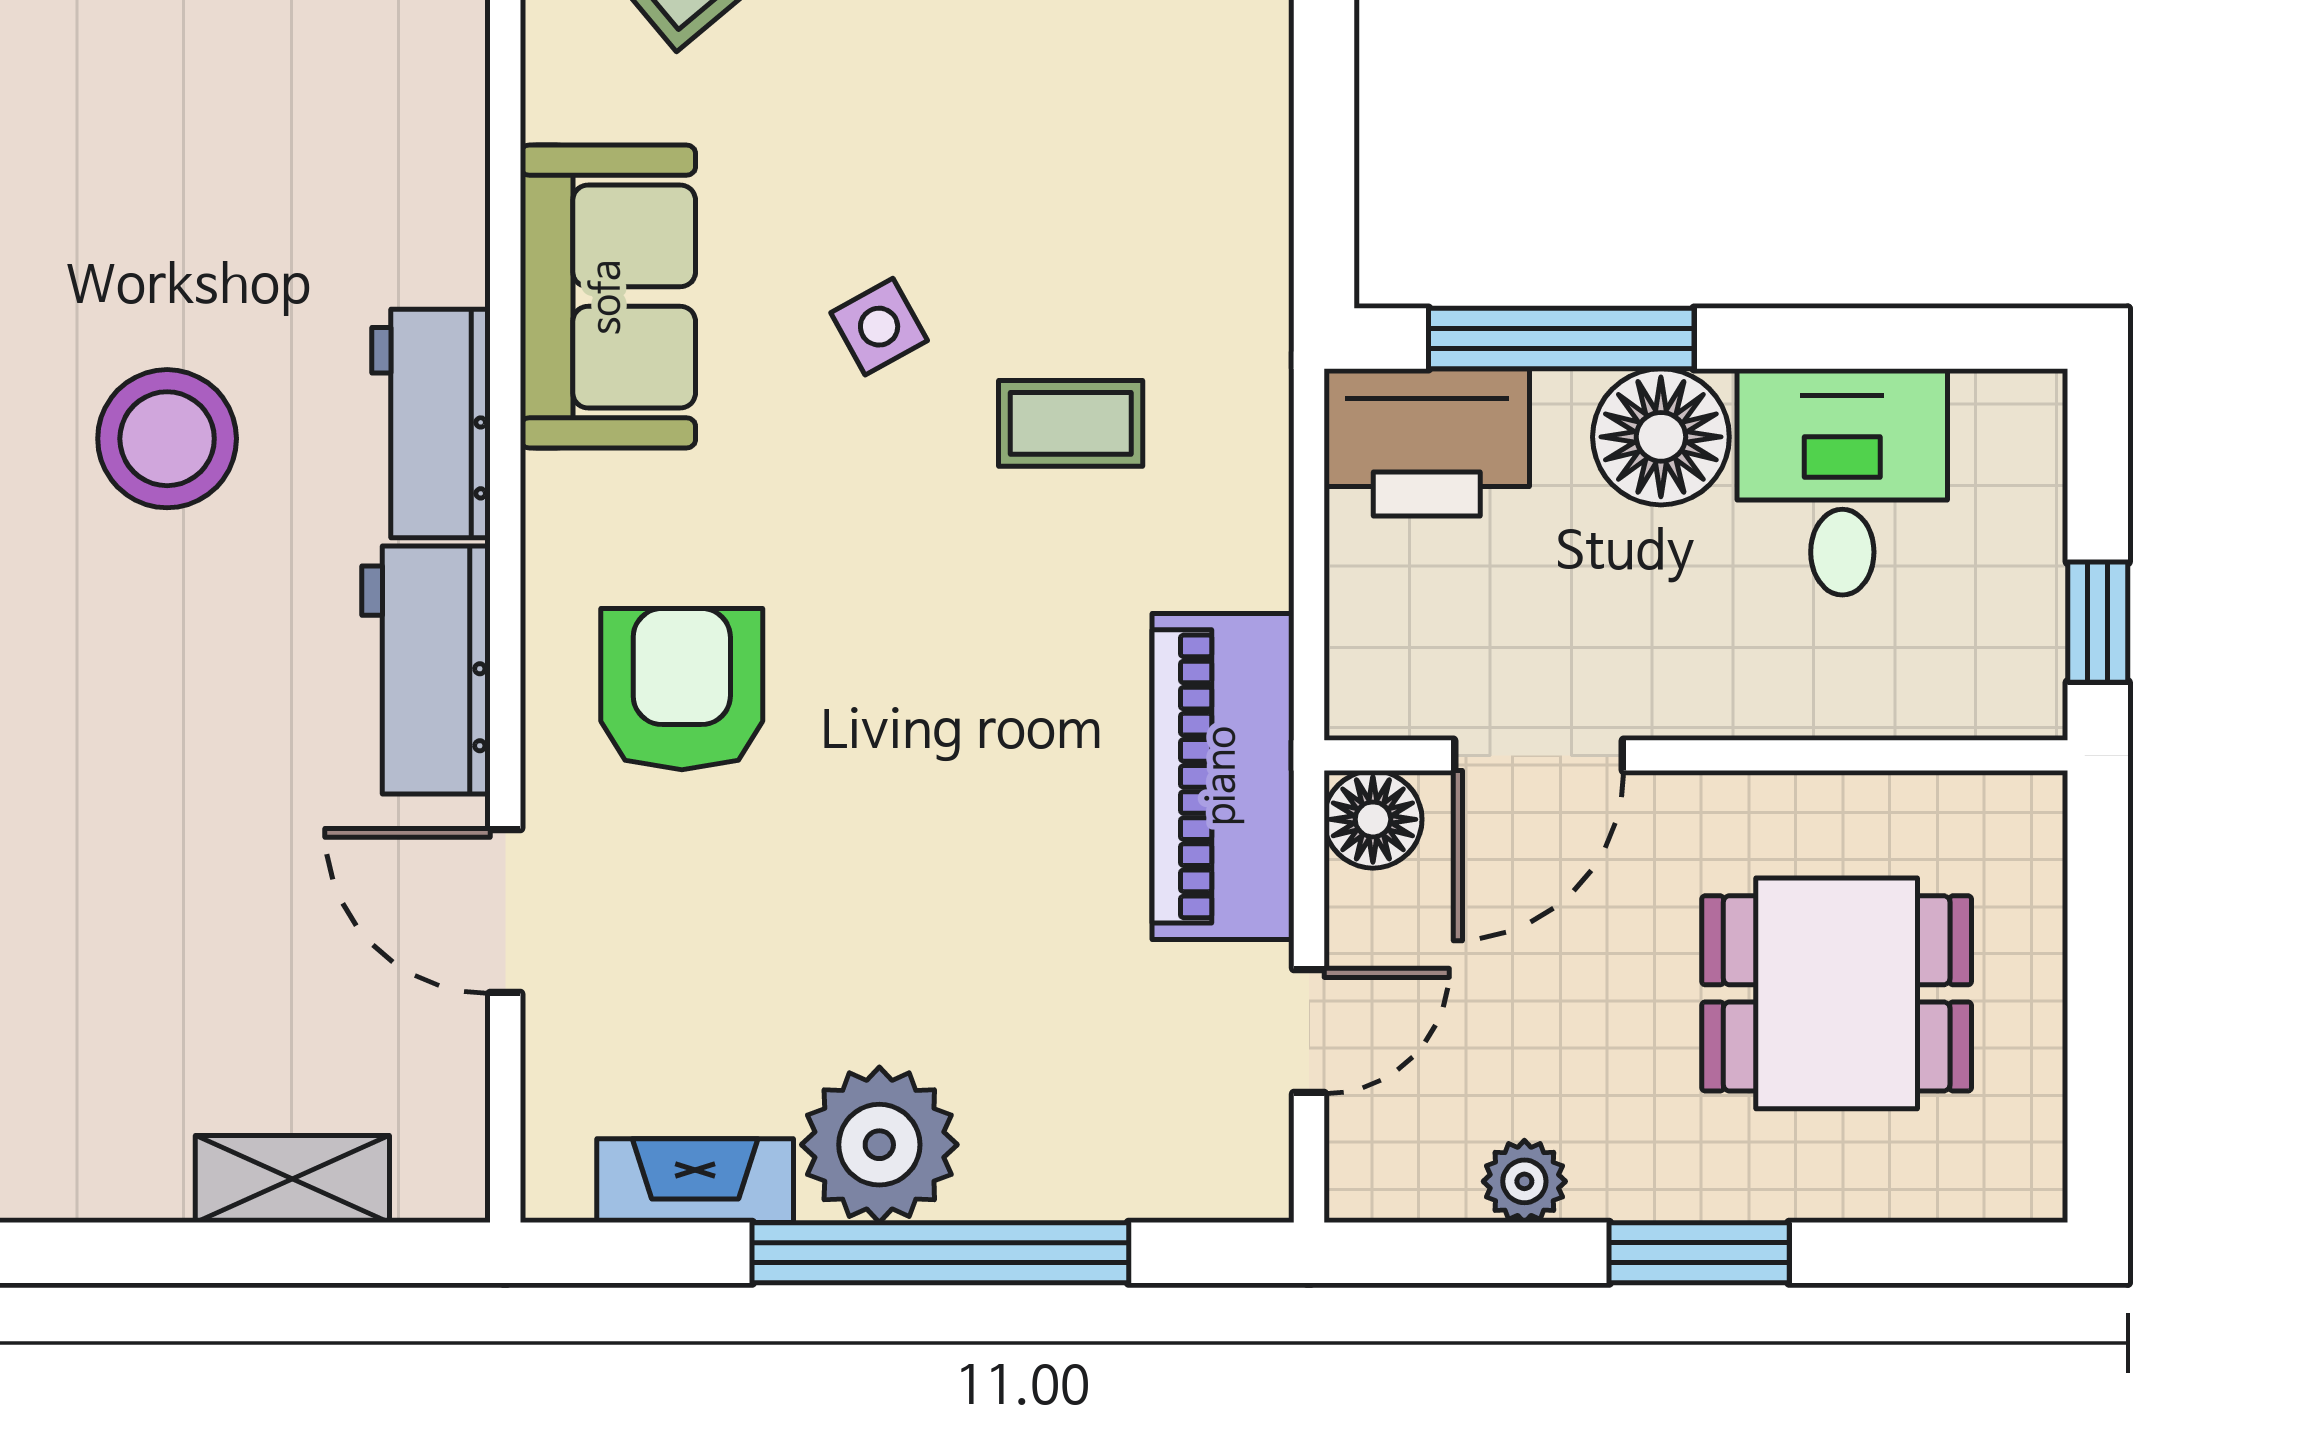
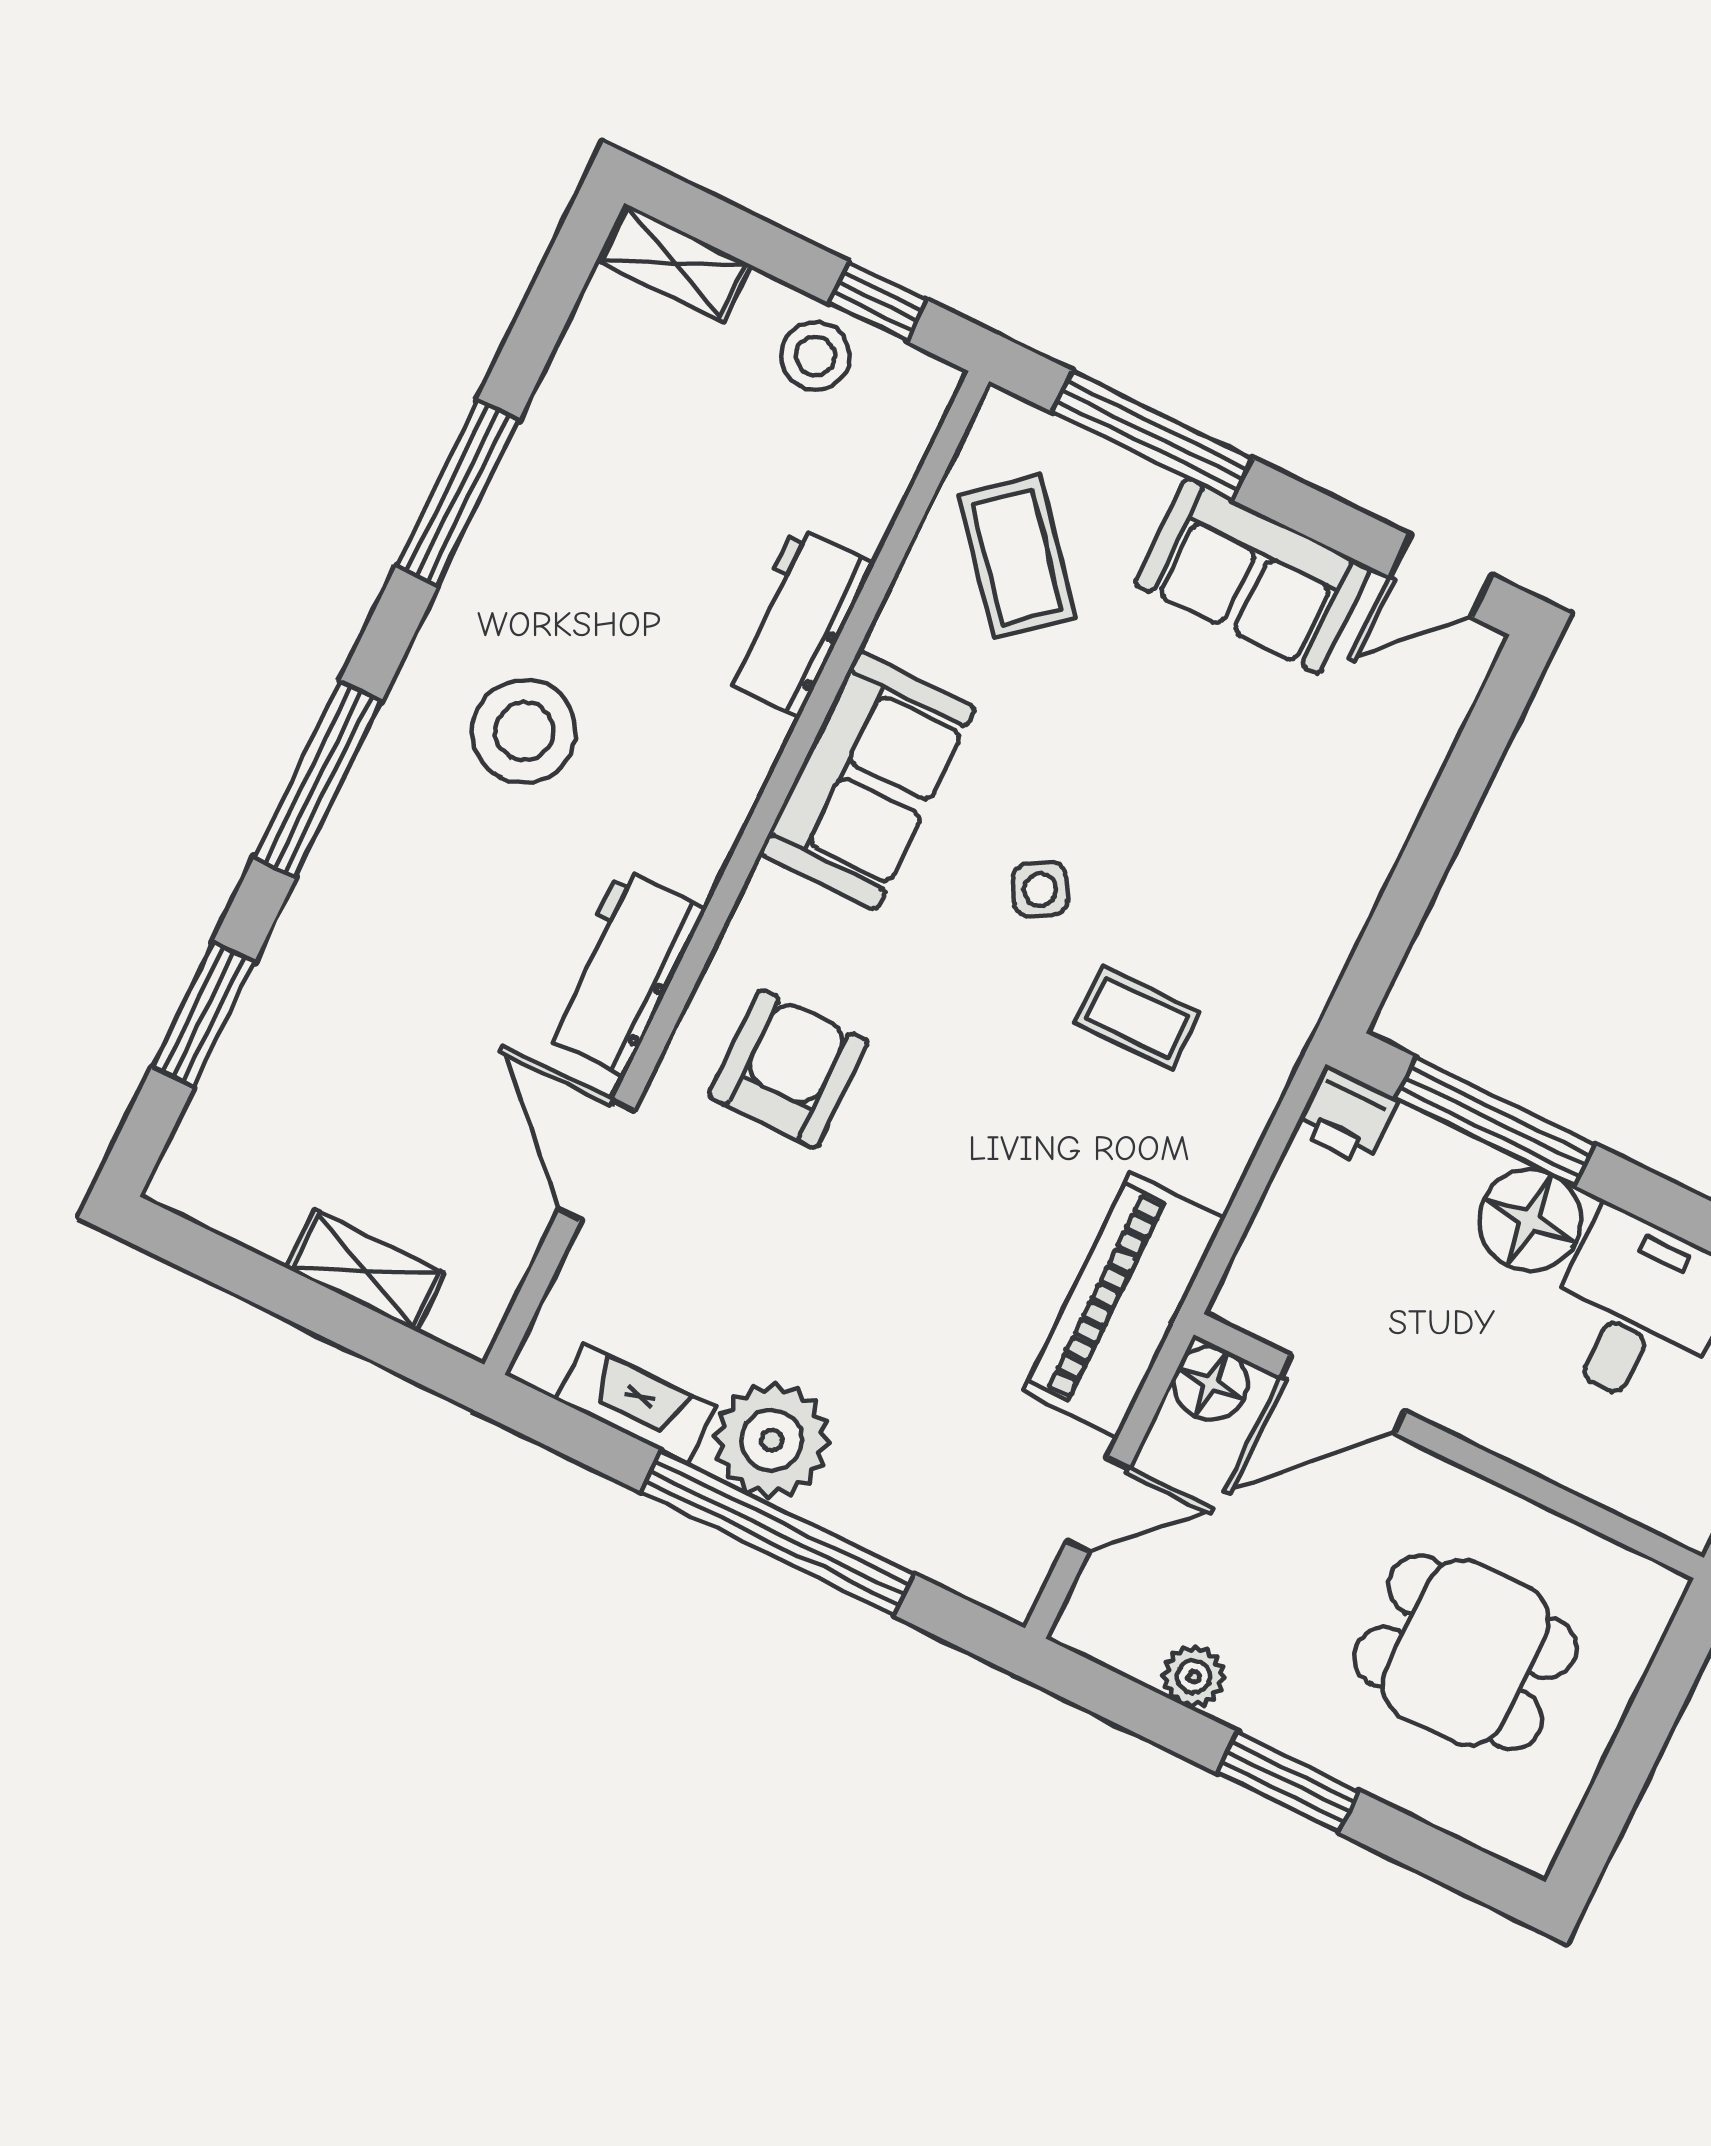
workbench: (431, 424) -> (797, 622), moved
printer: (1427, 442) -> (1346, 1115), width x0.53, depth x0.68

